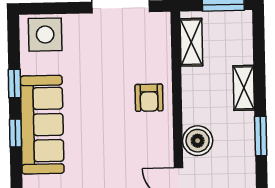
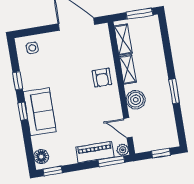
side table: (45, 35) -> (32, 48), width x0.54, depth x0.54
shelving: (244, 88) -> (128, 69), moved
sofa: (42, 125) -> (40, 112), width x0.73

